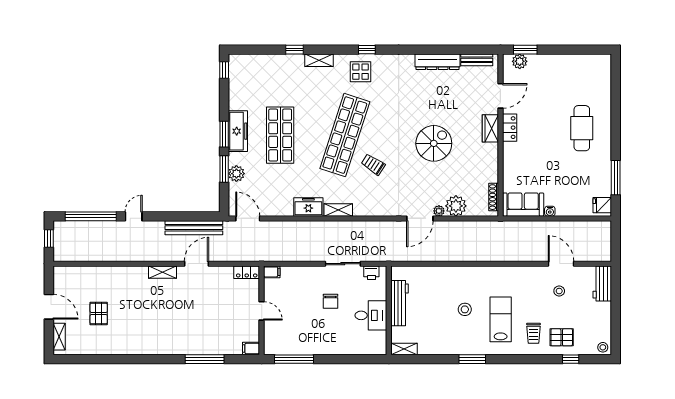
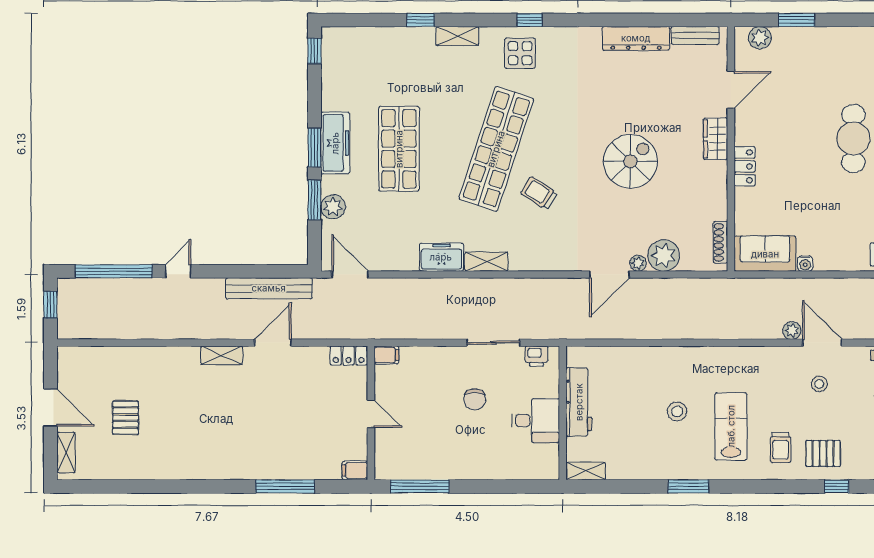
window: (525, 50) -> (797, 20), moved
locker: (510, 128) -> (745, 166), moved
plant: (541, 256) -> (792, 330), added

